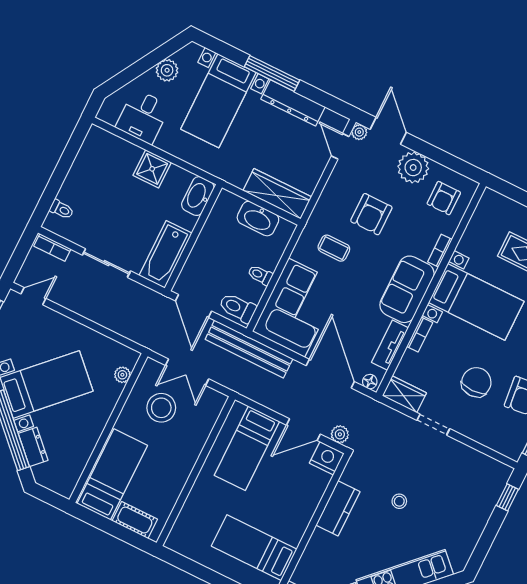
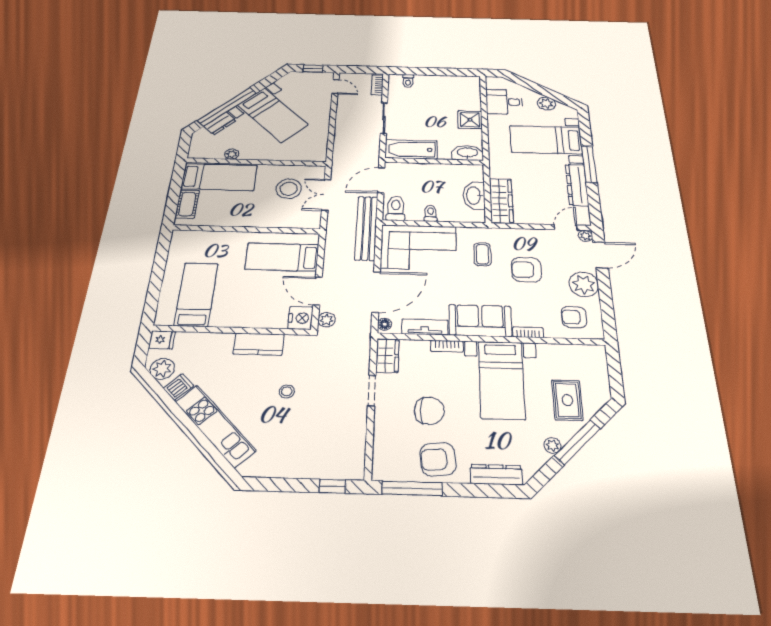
plant: (122, 375) -> (232, 154), moved

